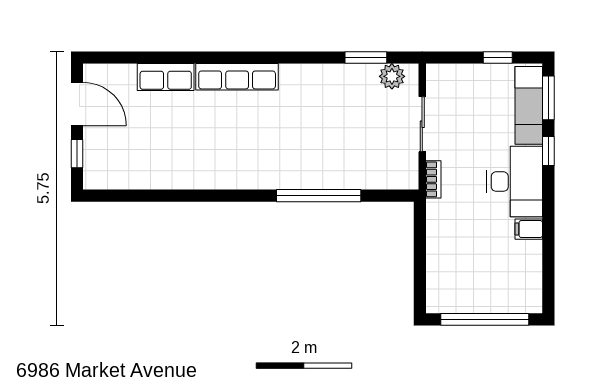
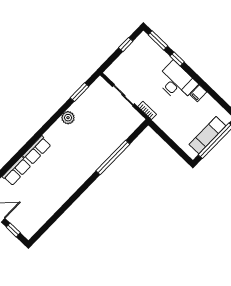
plant: (392, 76) -> (68, 118), moved
row of seats: (237, 77) -> (37, 150), width x0.68
exam couch: (529, 105) -> (207, 135), moved, turned 90

